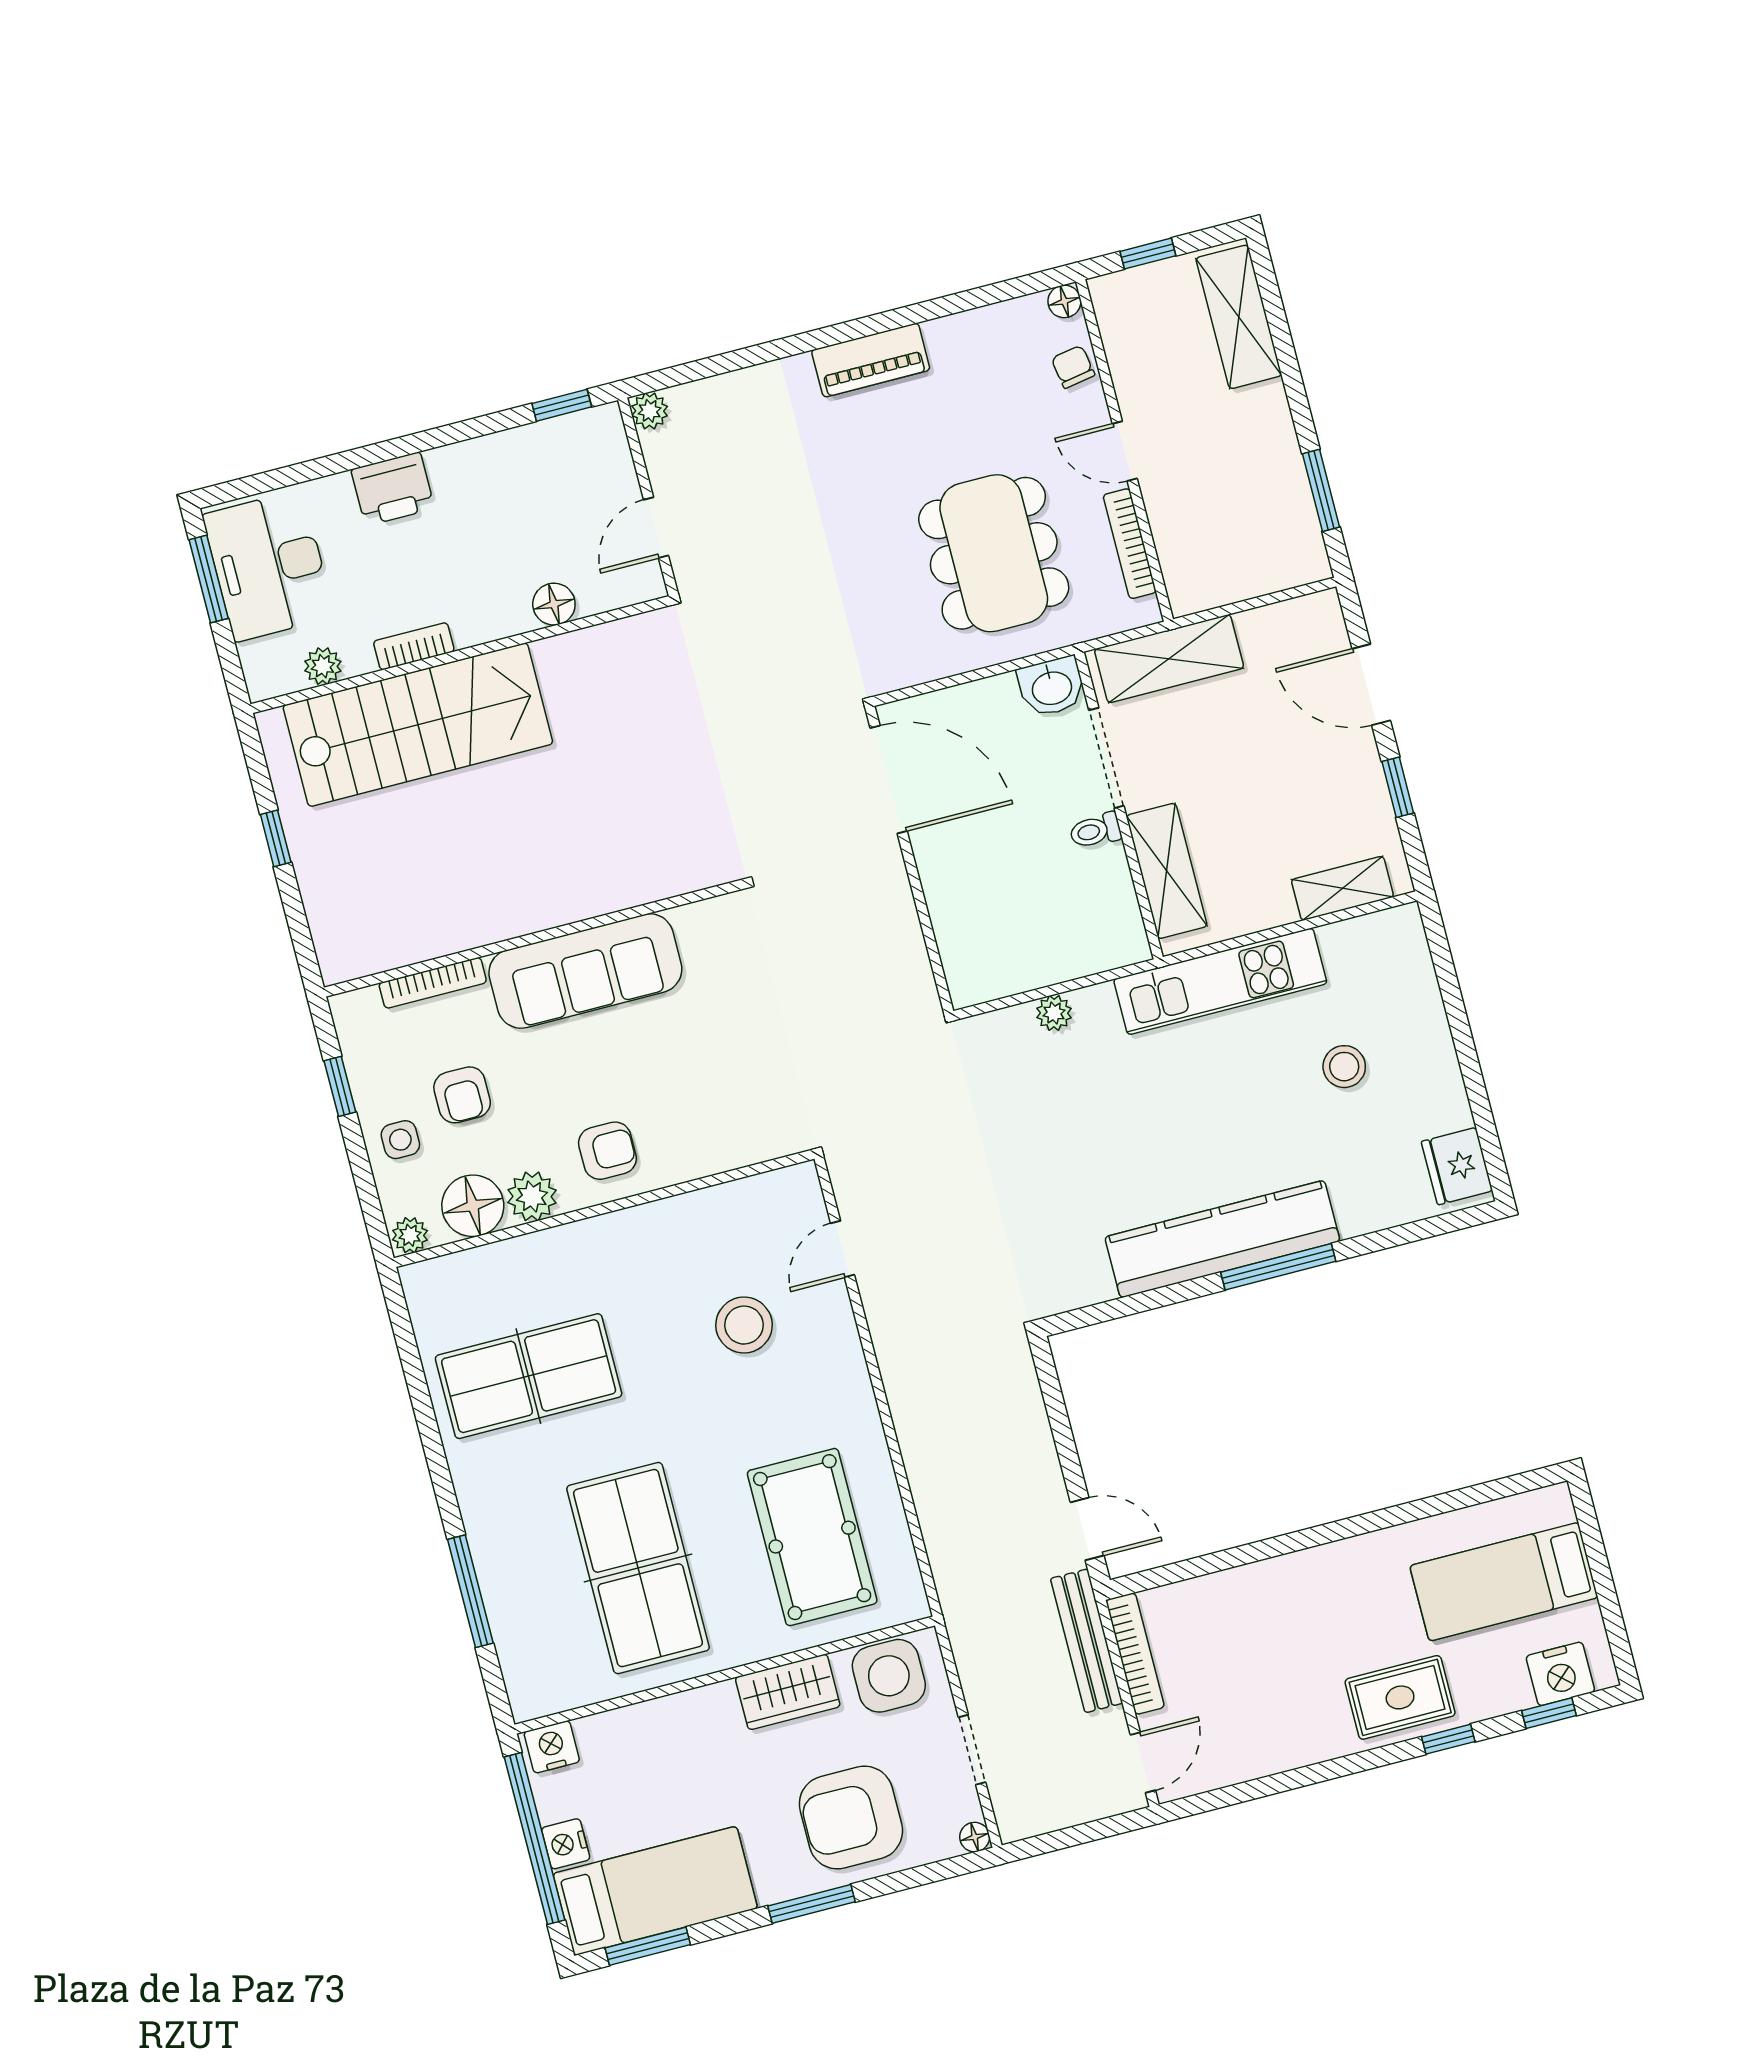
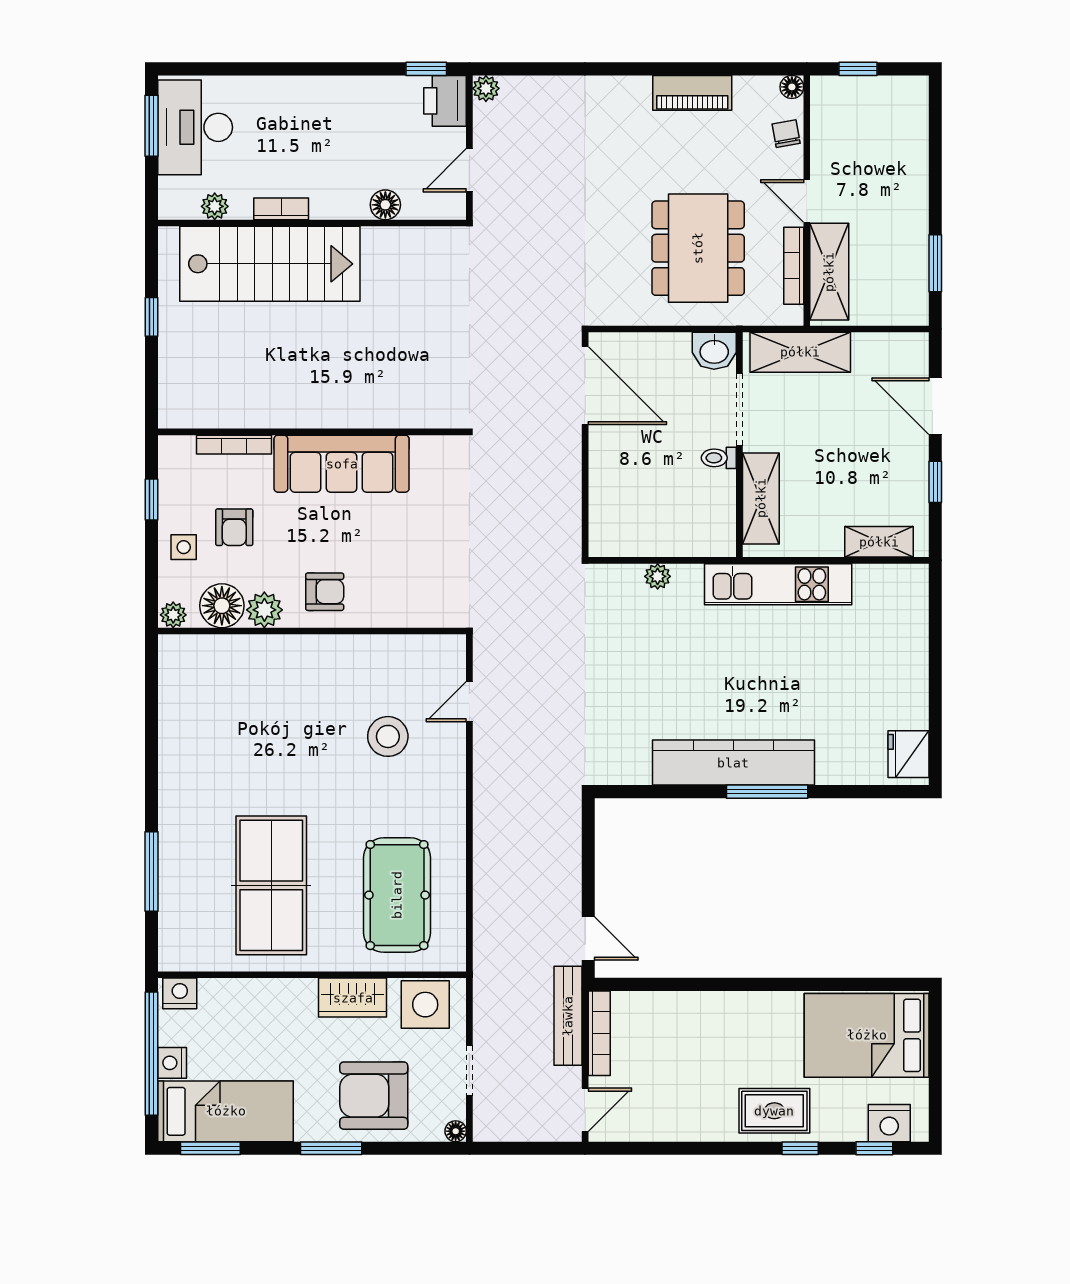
shelving: (1239, 317) -> (829, 272), moved
piano: (871, 360) -> (692, 93), moved
printer: (393, 489) -> (445, 101), moved, turned 90
stool: (1344, 1067) -> (848, 665), removed
table tennis table: (529, 1376) -> (230, 733), removed
bed: (1504, 1582) -> (867, 1035), width x1.50

